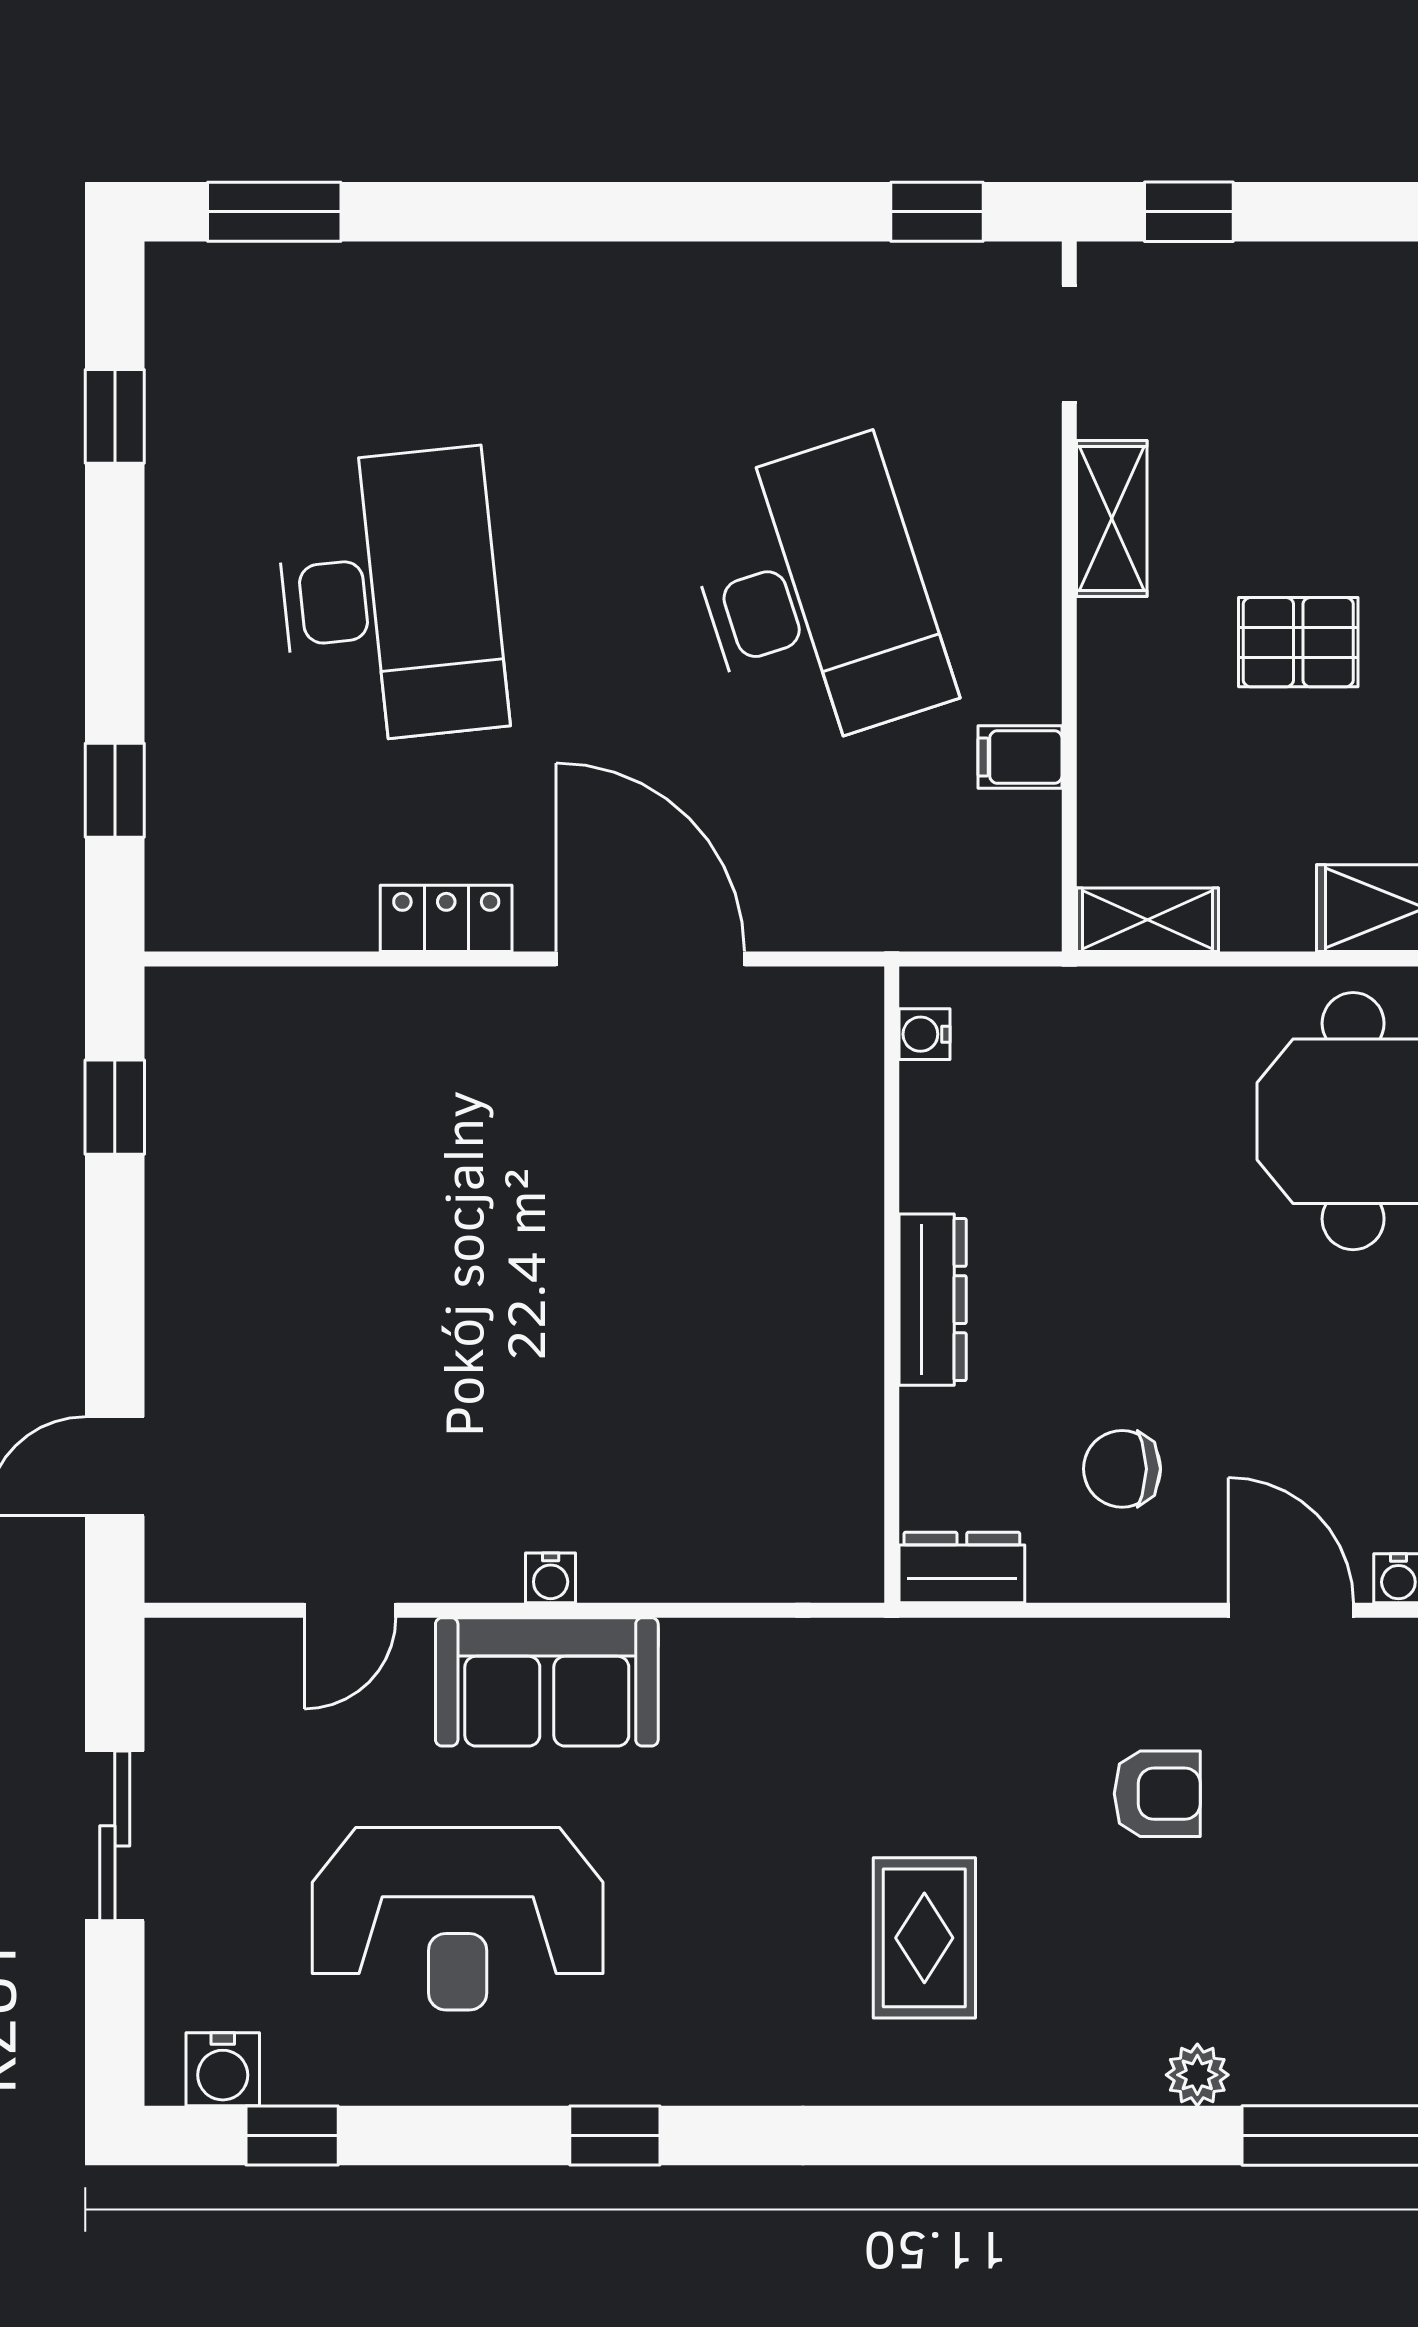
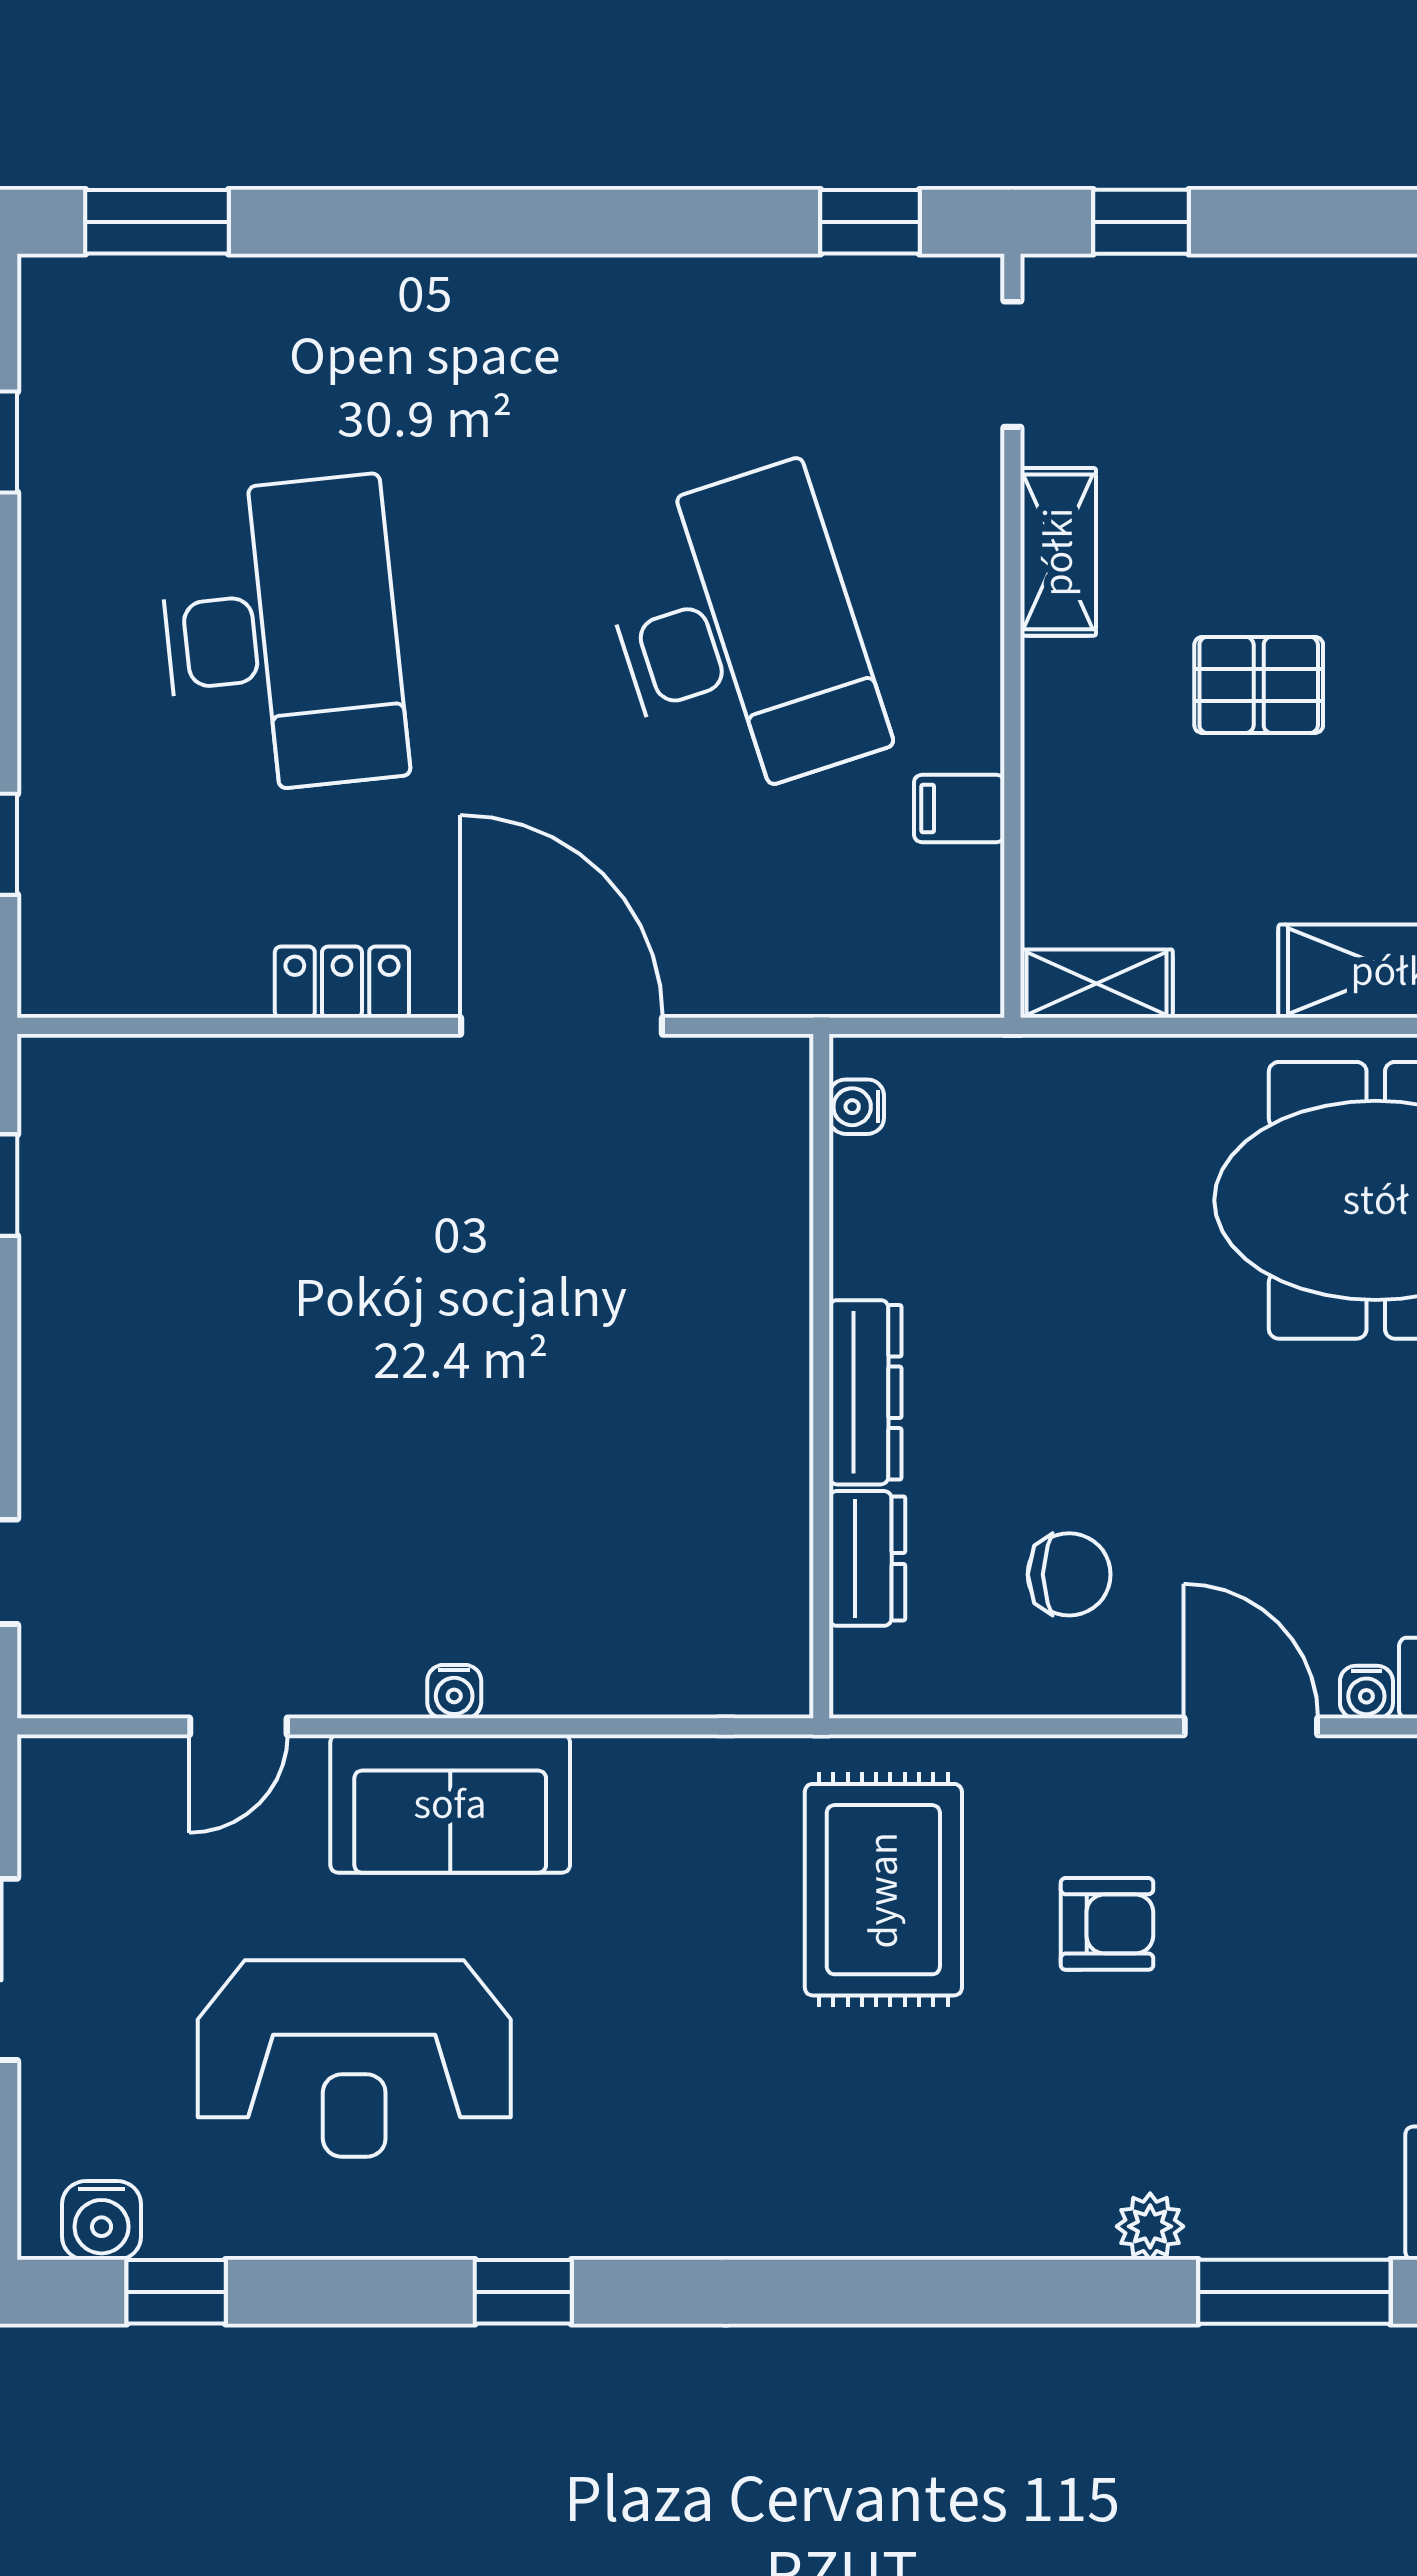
chair: (1122, 1469) -> (1069, 1574), turned 180
dresser: (962, 1567) -> (867, 1558), moved, turned 90
rug: (924, 1938) -> (883, 1890), moved, width x1.36, depth x1.43

